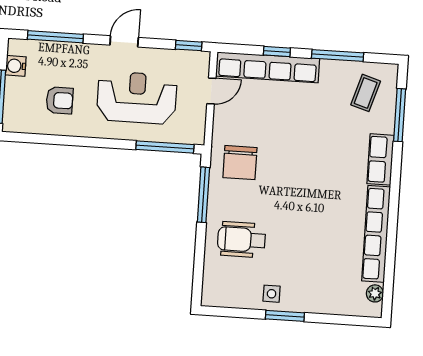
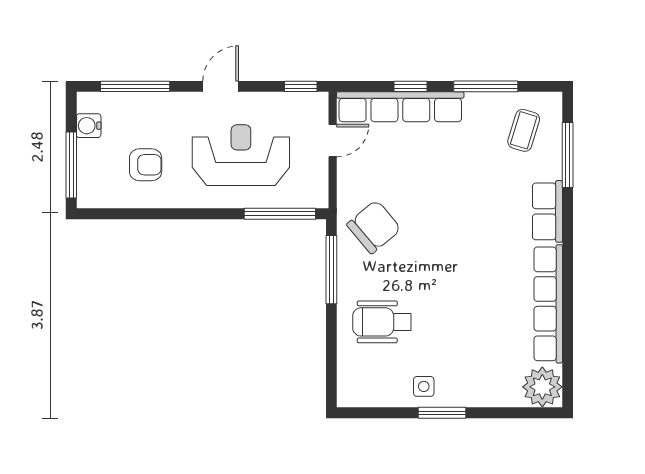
chair: (240, 163) -> (374, 227), turned -130
plant: (375, 293) -> (542, 387), width x1.88, depth x1.88

